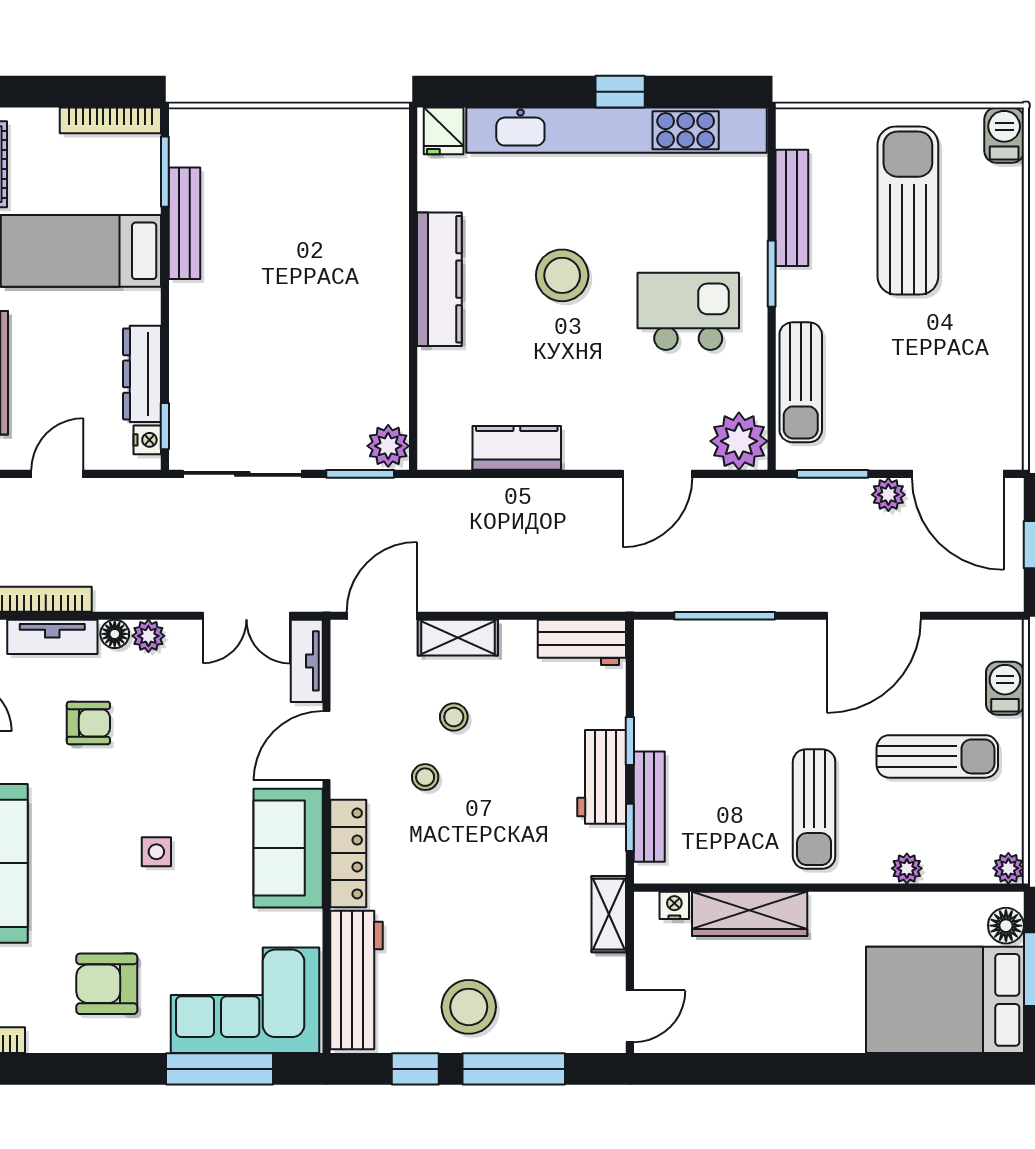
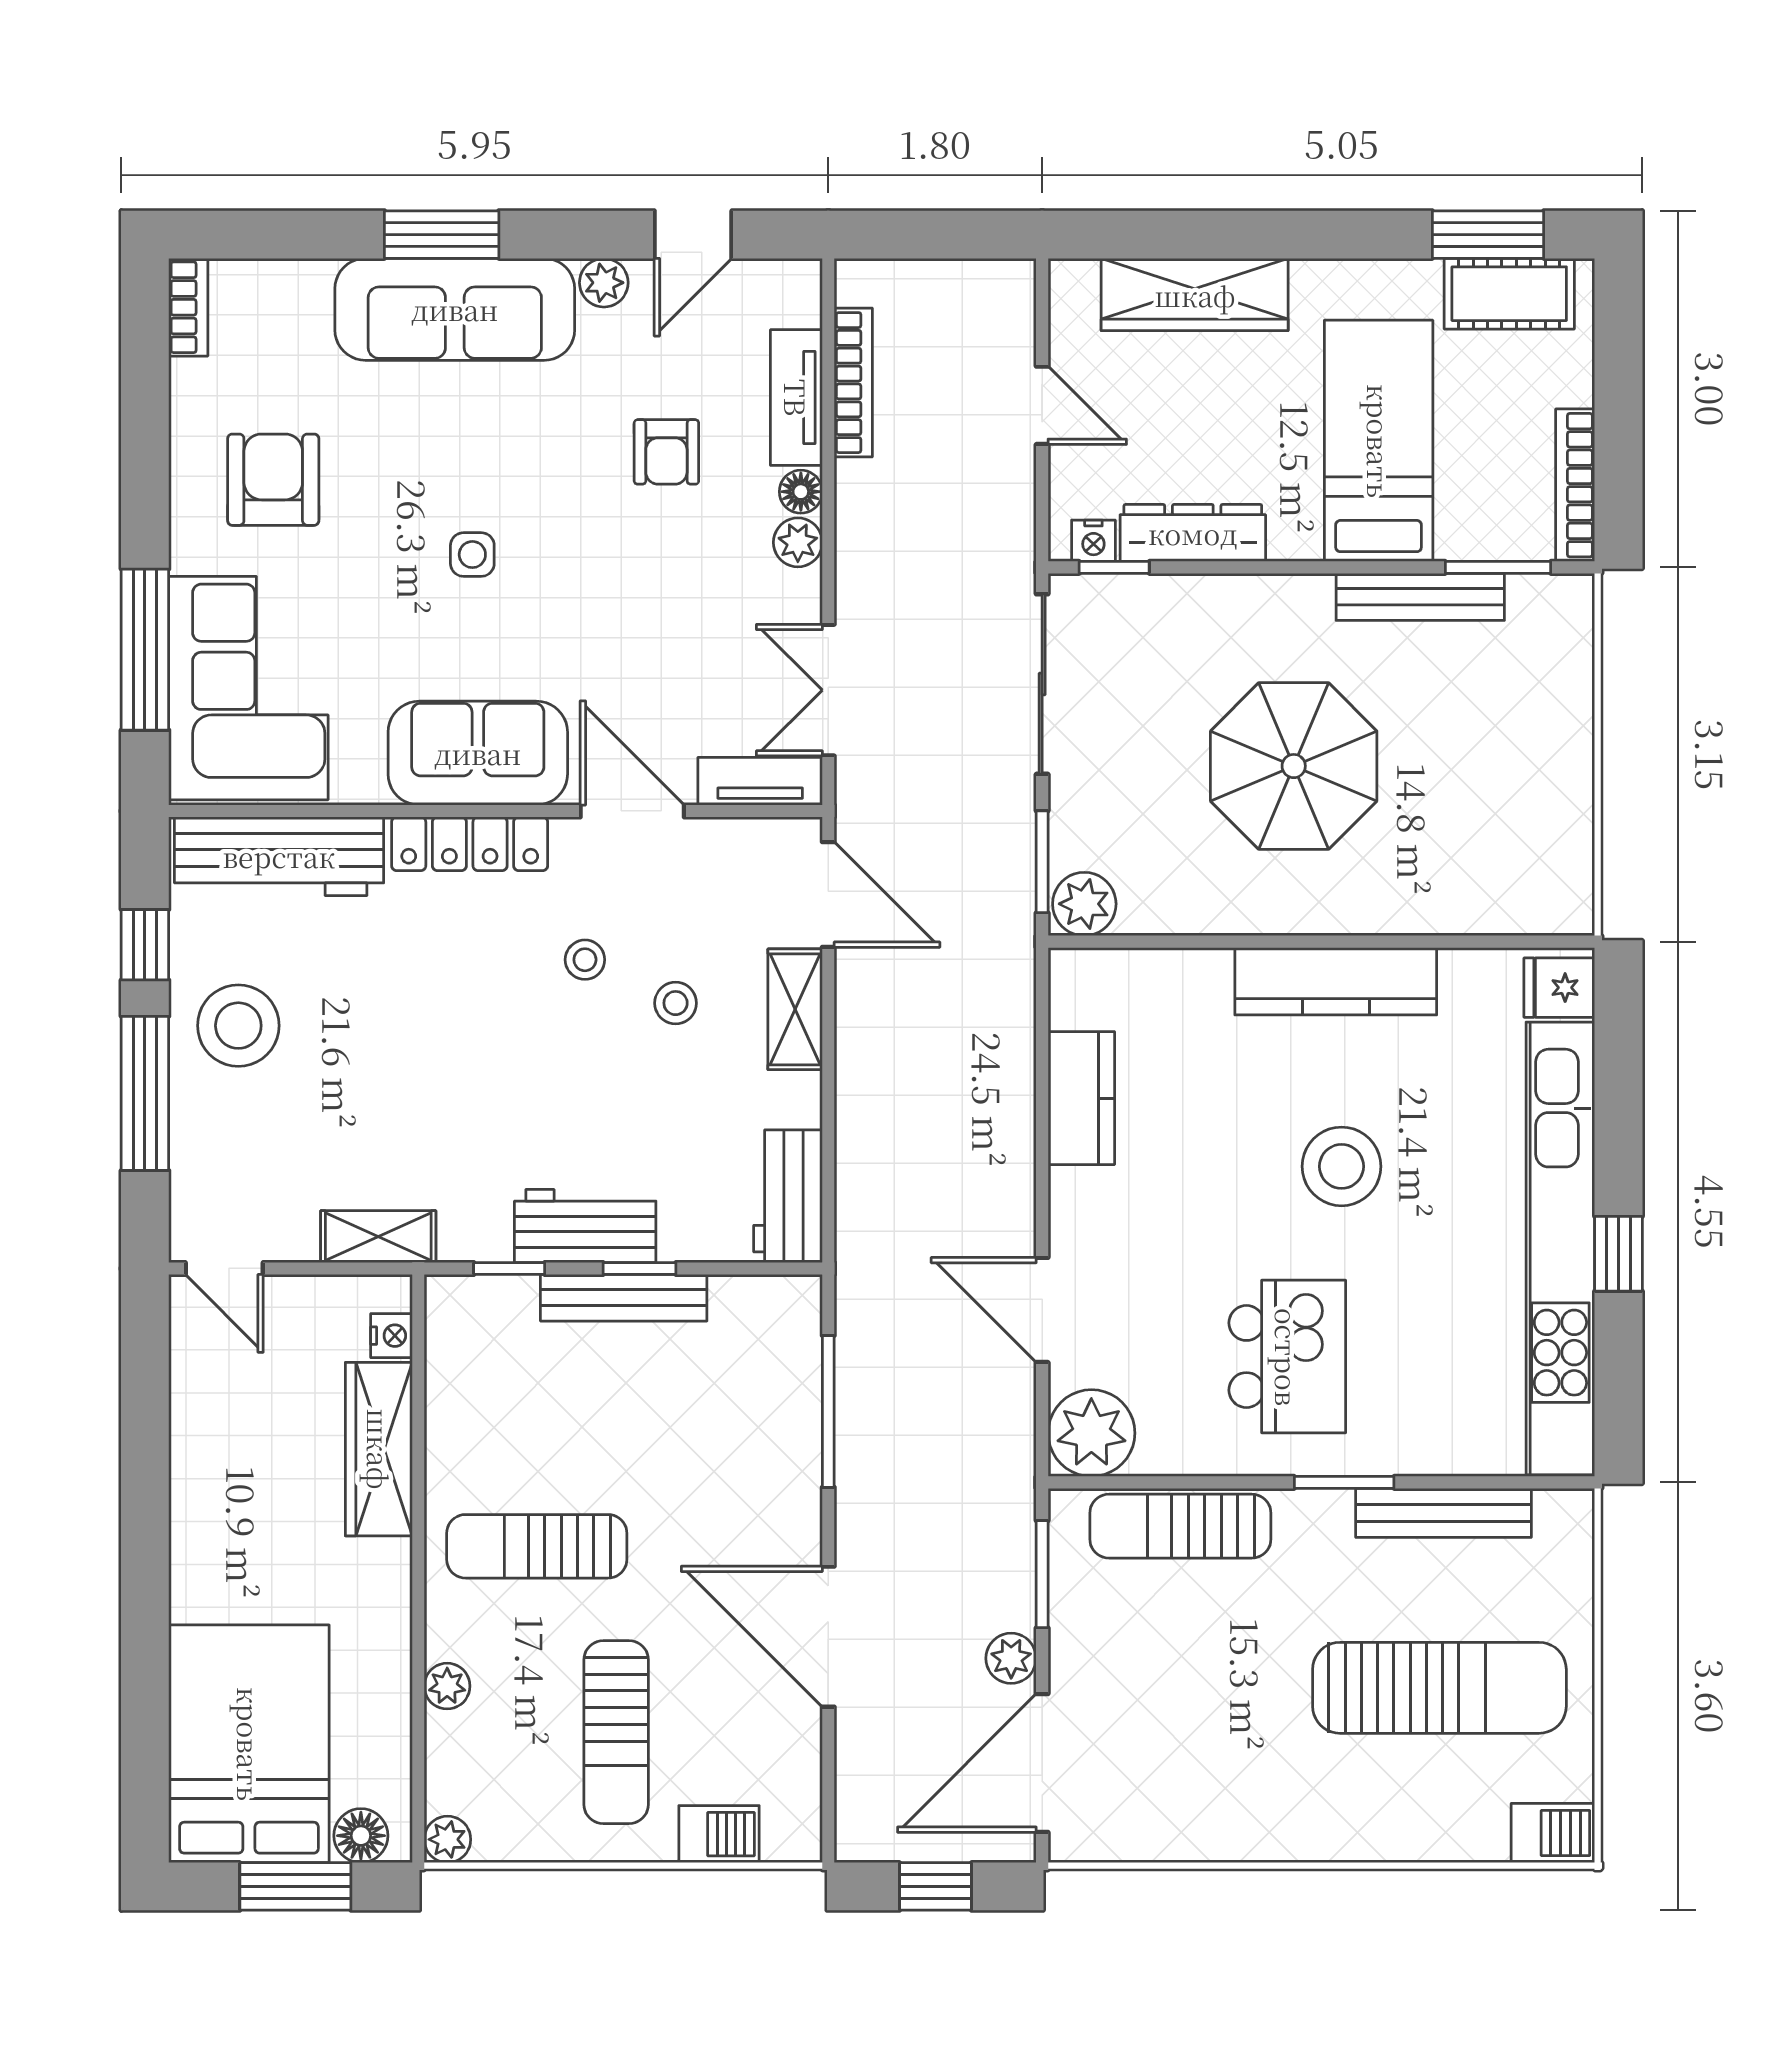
parasol: (297, 307) -> (1294, 766), added
bench: (649, 807) -> (624, 1298), moved

